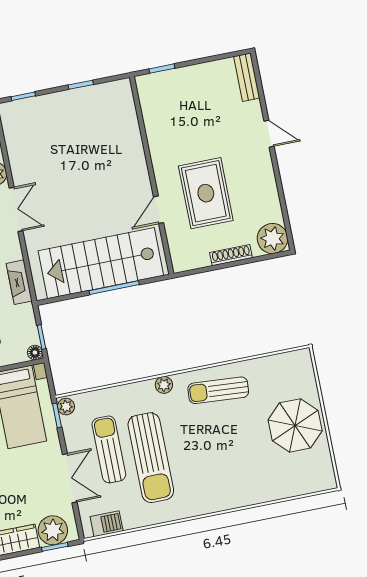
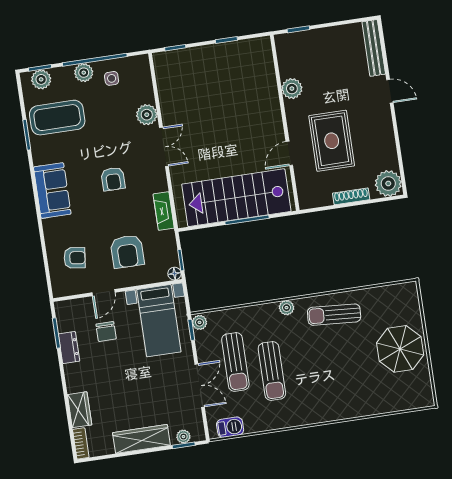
bench: (247, 77) -> (374, 48), width x1.36
plant: (158, 136) -> (292, 89), added
sun lounger: (109, 449) -> (235, 362), turned 180
sun lounger: (151, 458) -> (272, 371), width x0.73, depth x0.75
plant: (53, 530) -> (183, 437), width x0.53, depth x0.53

